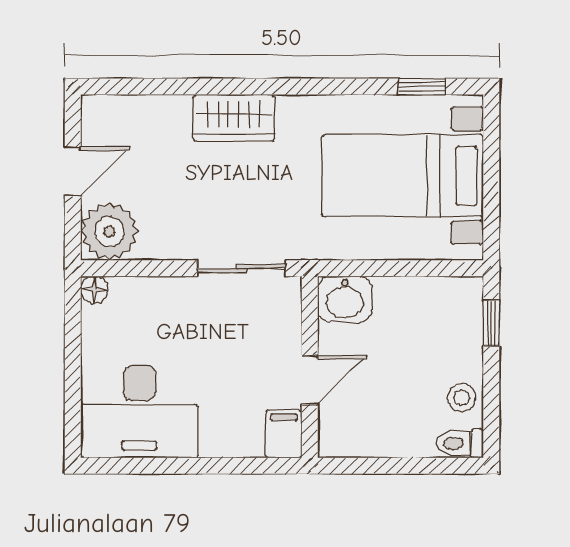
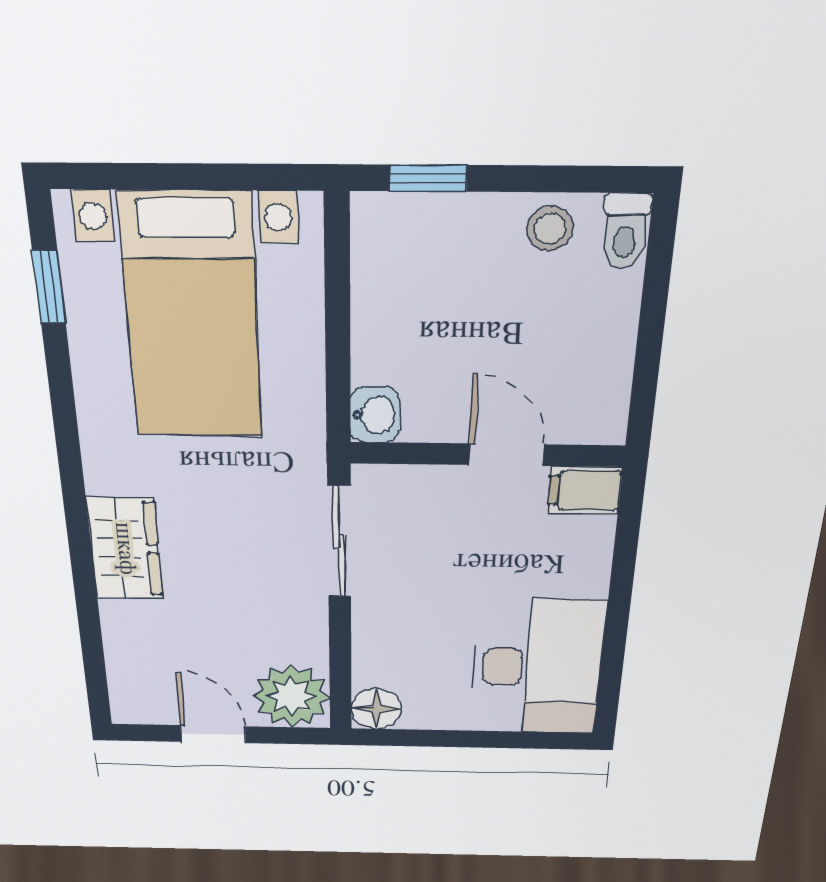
floor lamp: (94, 290) -> (376, 709), width x1.37, depth x1.37
washbasin: (345, 299) -> (375, 415), width x0.72, depth x0.69

